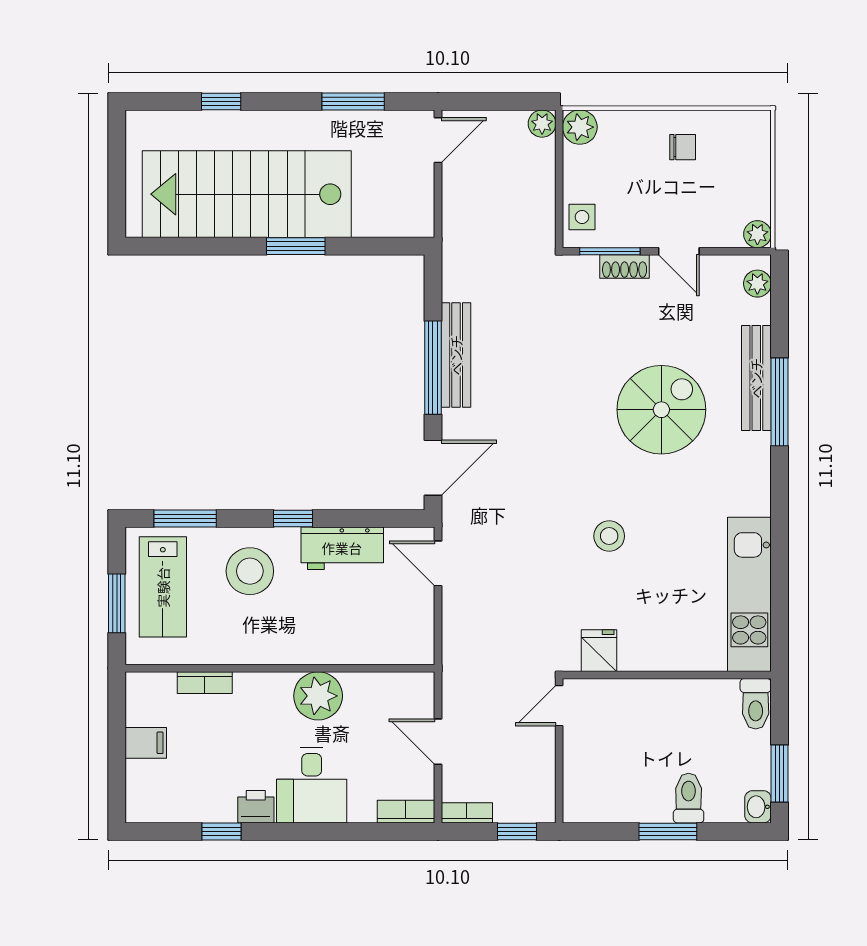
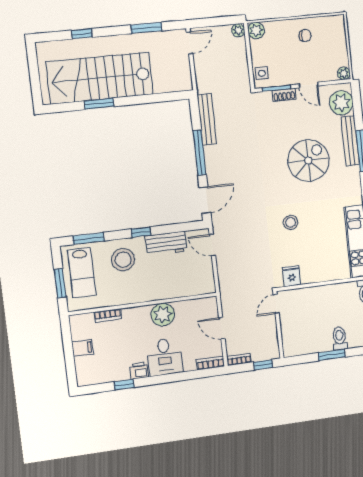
window: (296, 246) -> (99, 104), moved
plant: (757, 284) -> (341, 103), width x1.87, depth x1.87
bench: (456, 355) -> (207, 119), moved

